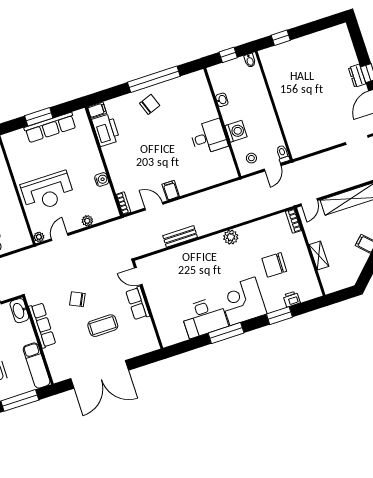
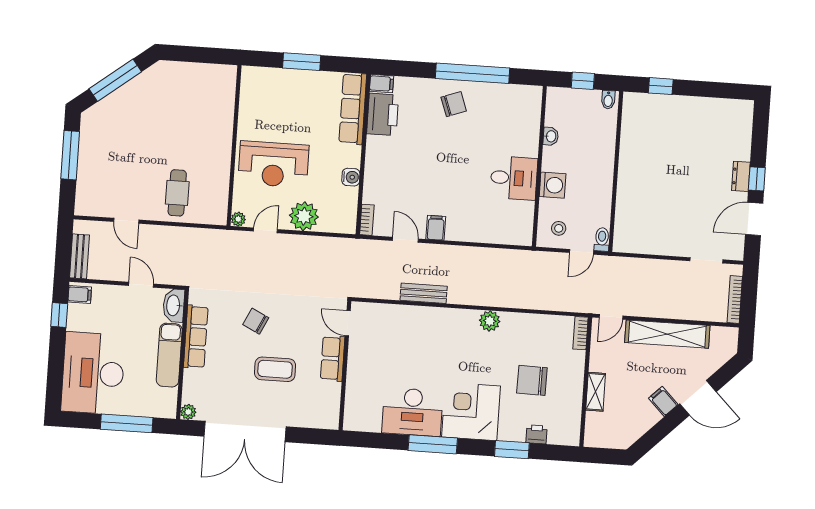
row of seats: (50, 128) -> (353, 109), moved, turned 90
plant: (87, 221) -> (304, 216), width x1.87, depth x1.87
exam couch: (37, 365) -> (169, 355), moved
plant: (57, 377) -> (188, 412), added

